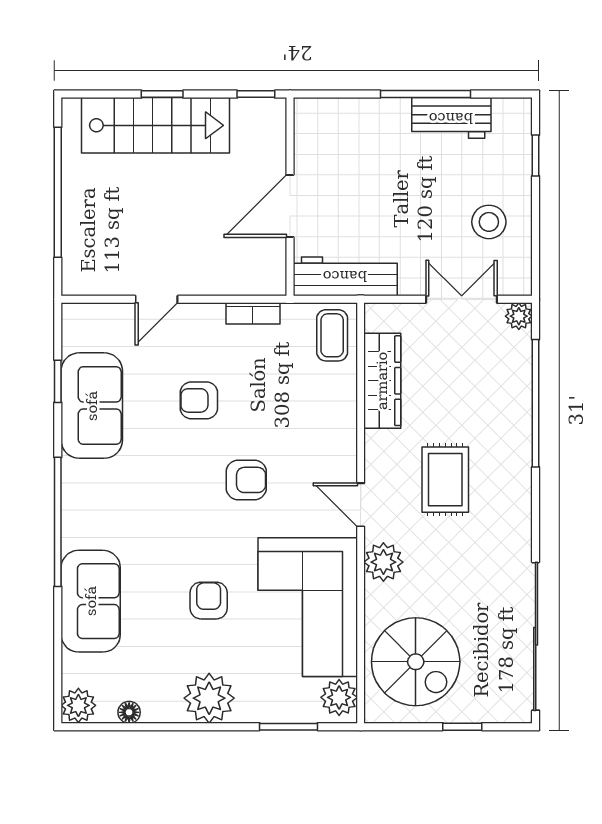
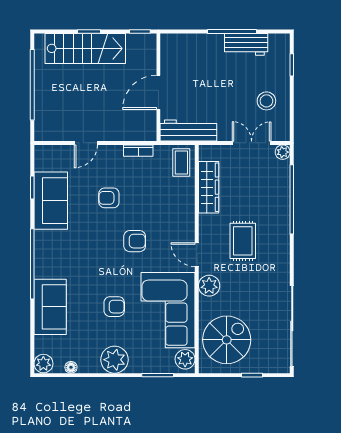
armchair: (209, 601) -> (114, 307), turned 90
spiral stairs: (416, 662) -> (227, 340), turned -90

